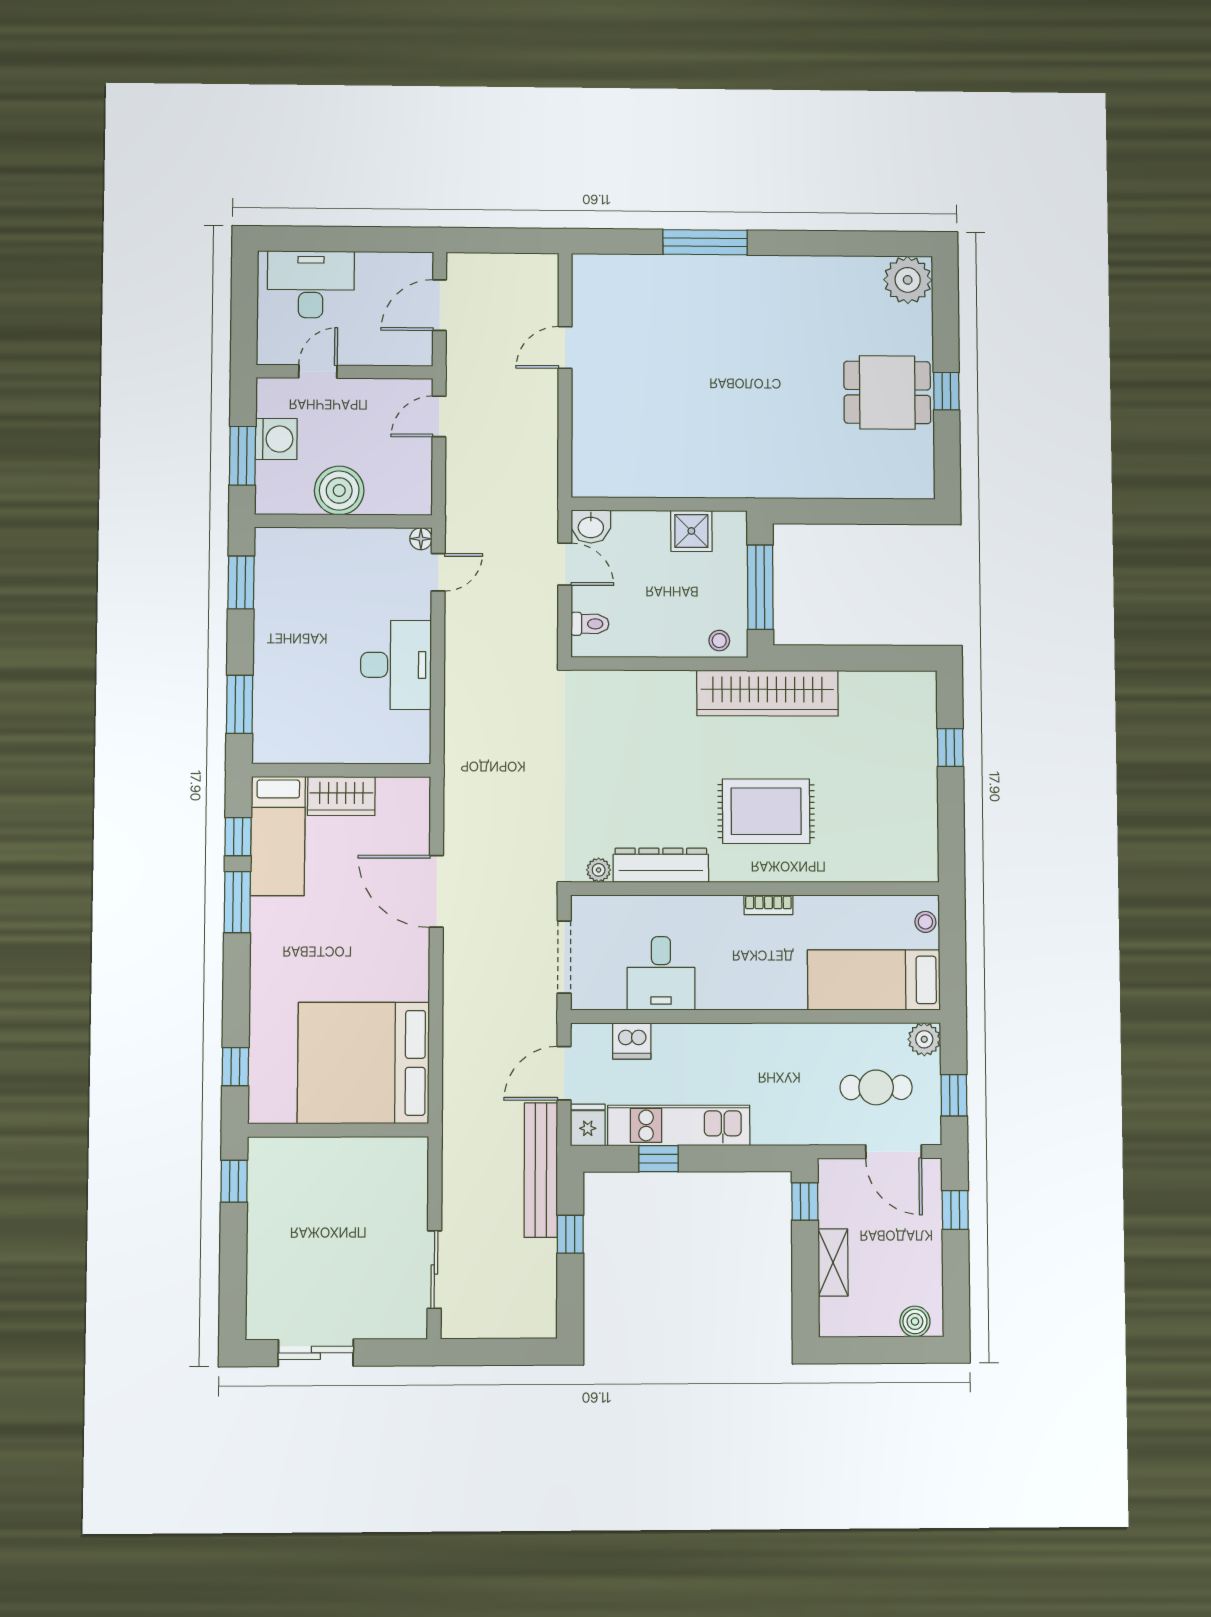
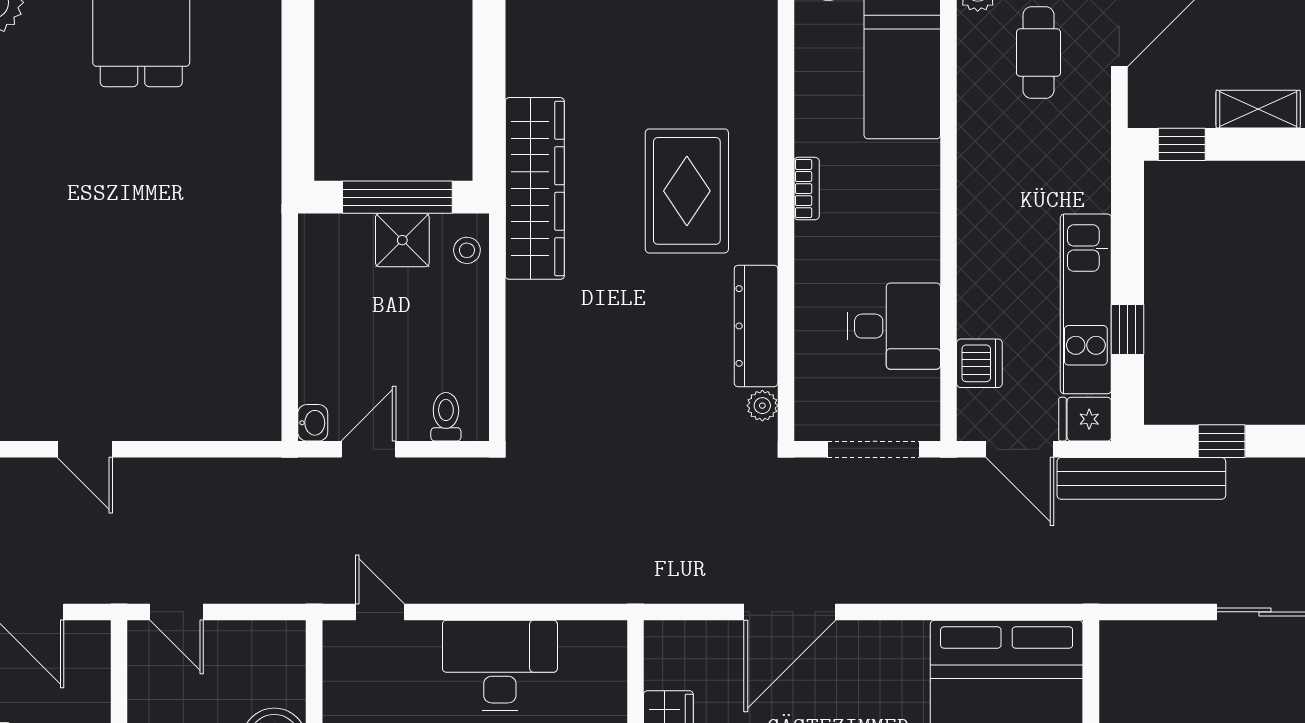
washbasin: (591, 526) -> (313, 423), width x0.72, depth x0.69
shower: (691, 531) -> (402, 240), moved
floor lamp: (421, 539) -> (337, 634), removed

